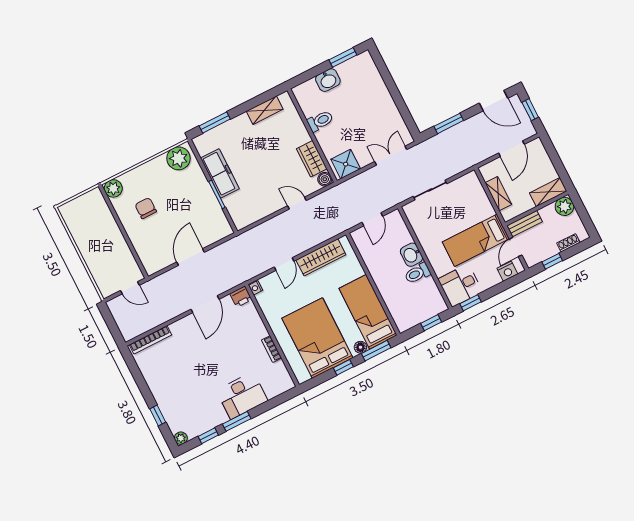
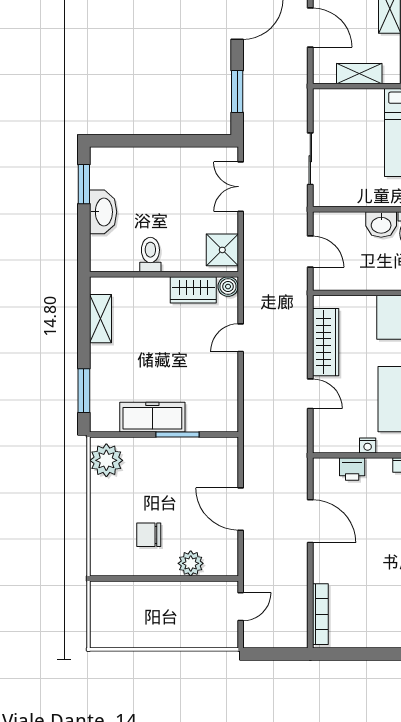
washbasin: (328, 80) -> (103, 212), width x1.38
plant: (113, 188) -> (191, 563), moved
nightstand: (256, 288) -> (368, 446), moved
printer: (241, 297) -> (352, 469), moved, turned 90

